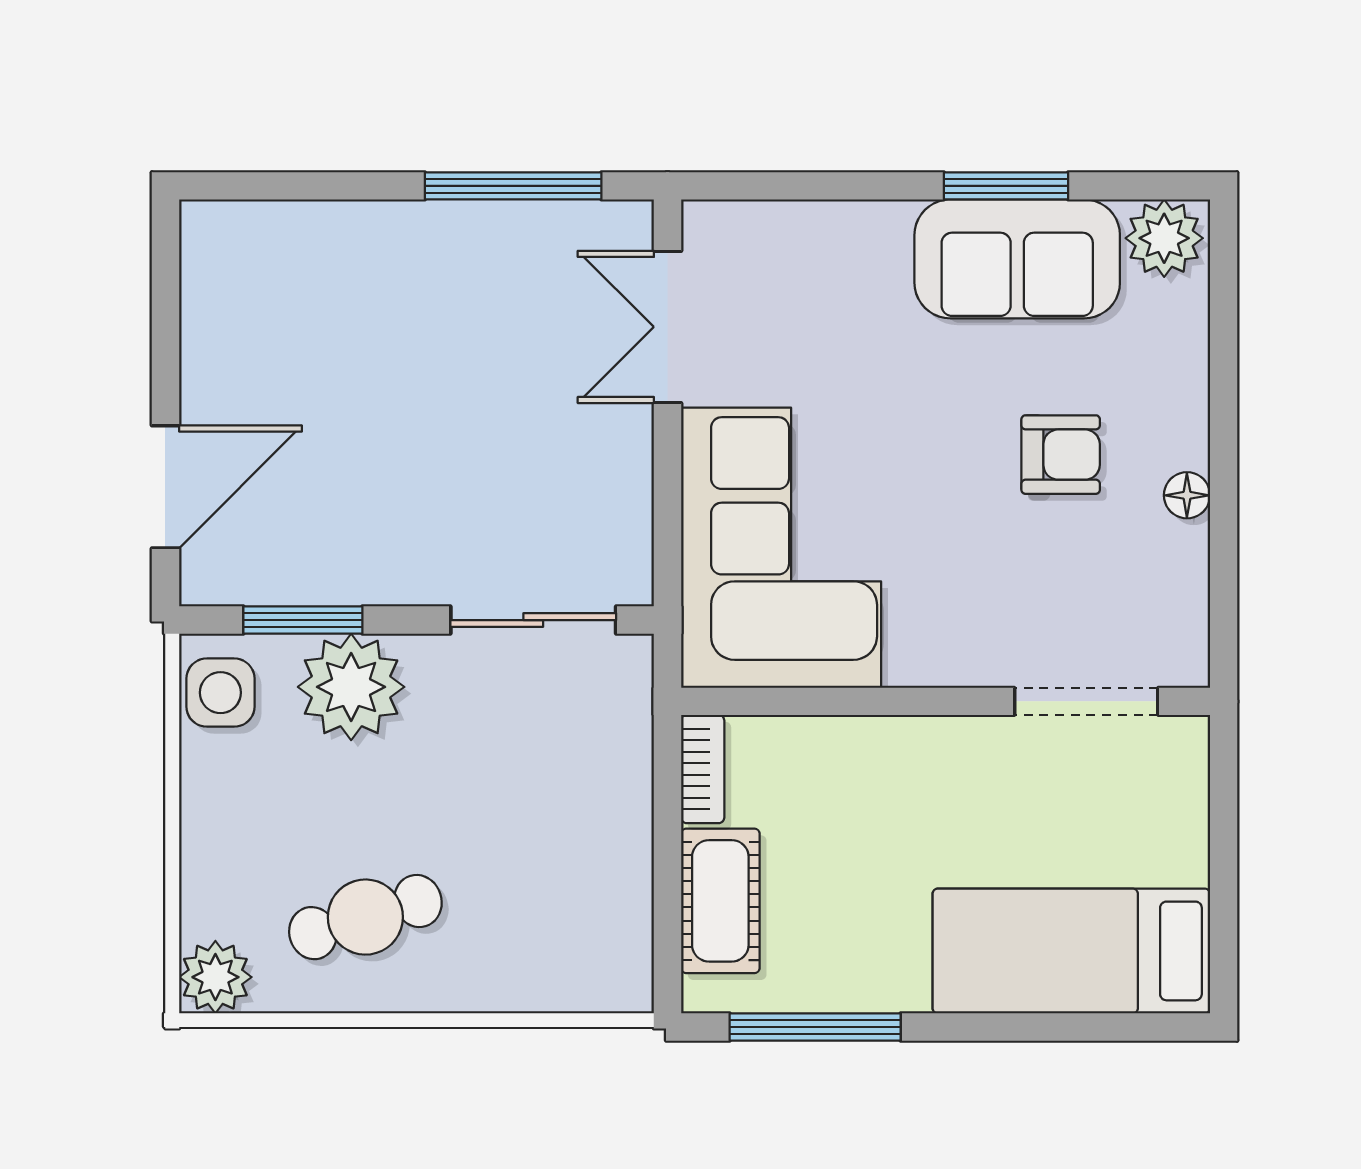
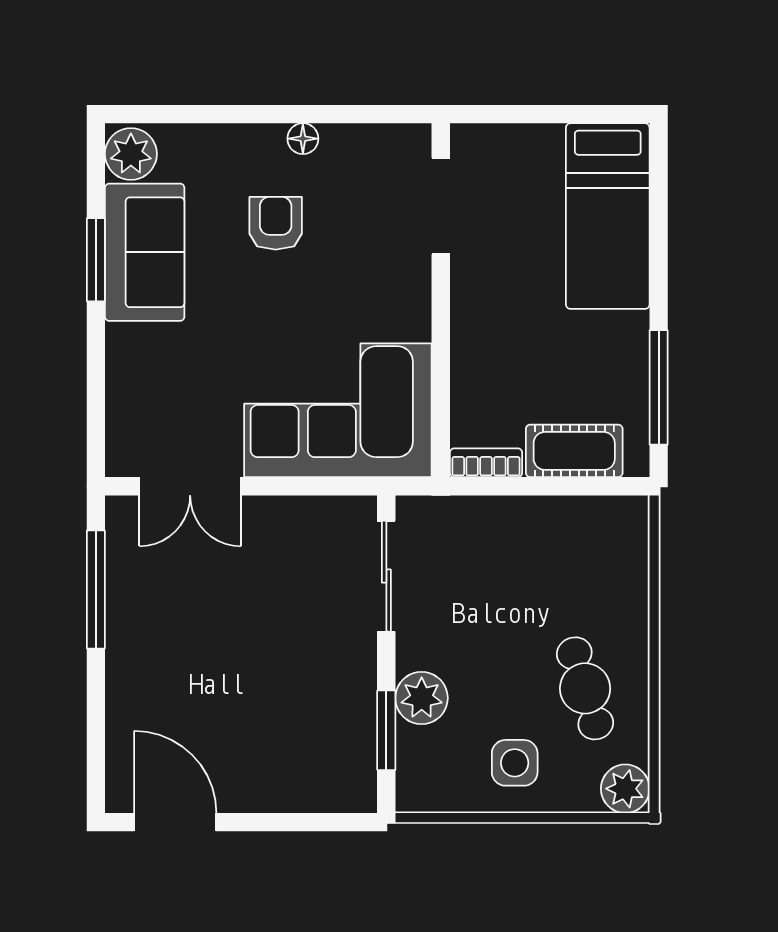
door: (165, 487) -> (175, 822), moved
plant: (351, 687) -> (422, 698), width x0.73, depth x0.73
side table: (220, 693) -> (515, 763), moved

